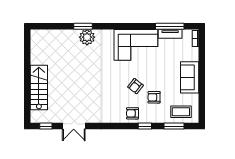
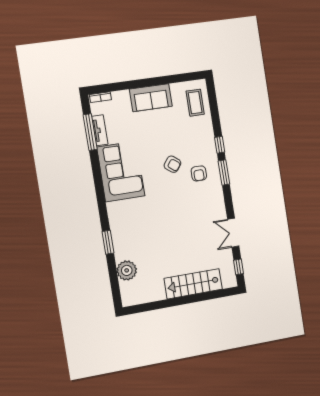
plant: (87, 37) -> (127, 270), moved
armchair: (154, 97) -> (183, 139), removed
armchair: (132, 113) -> (199, 173), moved
double door: (74, 126) -> (233, 233), swing flipped
window: (174, 126) -> (224, 173), moved

